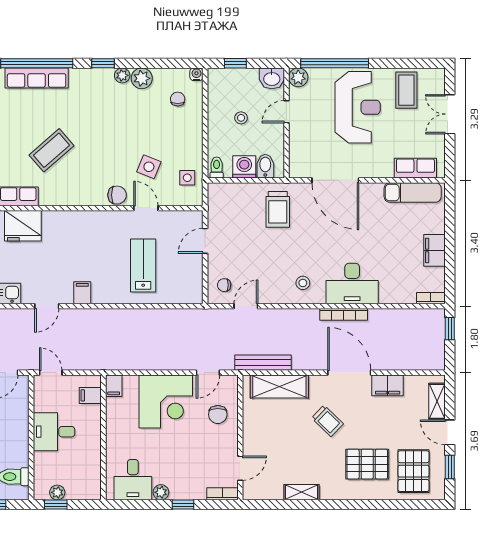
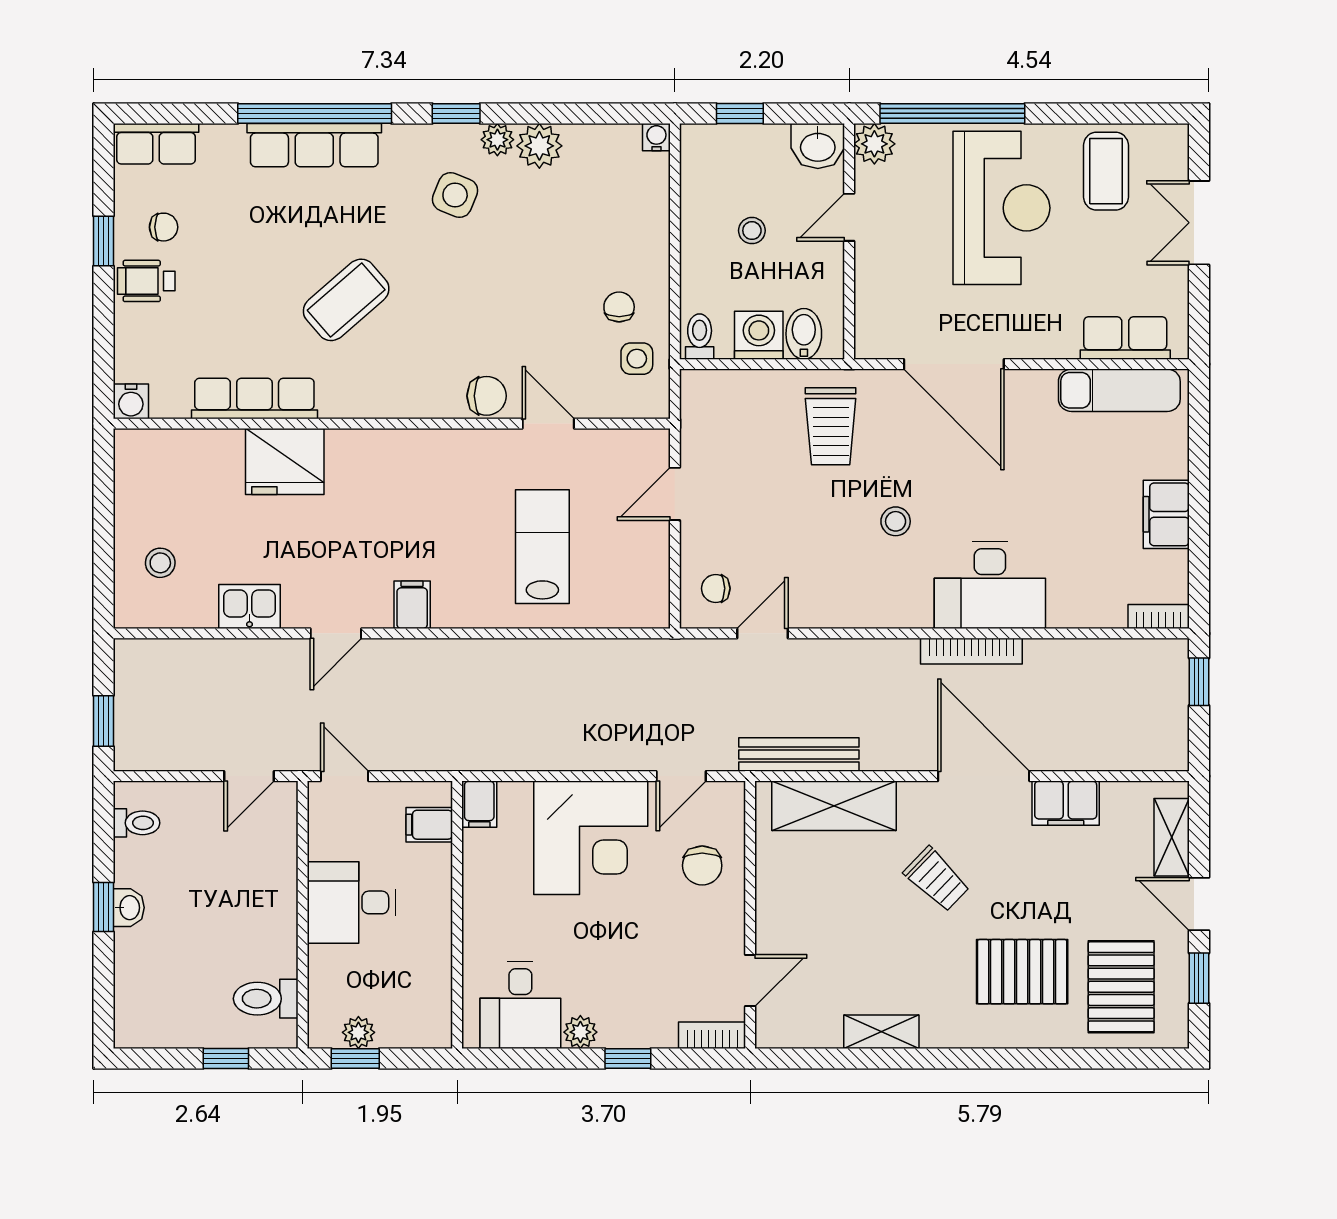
chair: (178, 99) -> (619, 307), moved
side table: (149, 167) -> (455, 195), moved
stool: (303, 283) -> (896, 521), moved

